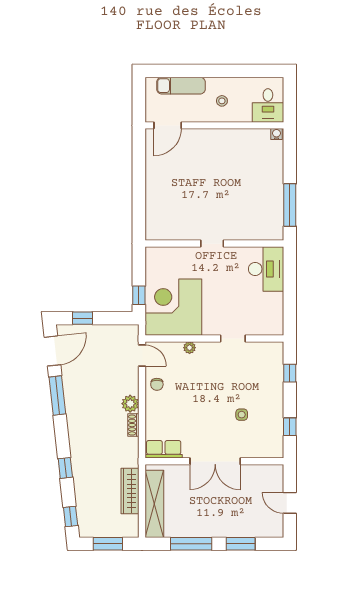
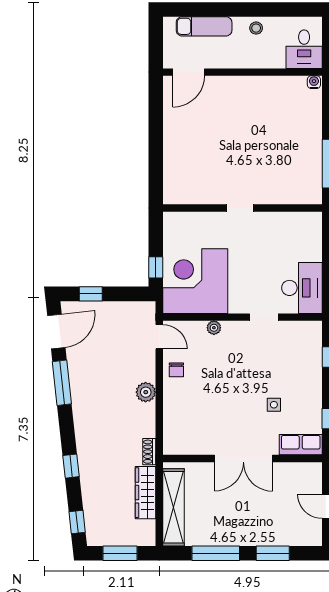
stool: (222, 101) -> (256, 28), moved
desk: (266, 269) -> (302, 288), moved
shoe rack: (133, 425) -> (149, 452), moved
row of seats: (164, 449) -> (301, 445), moved

